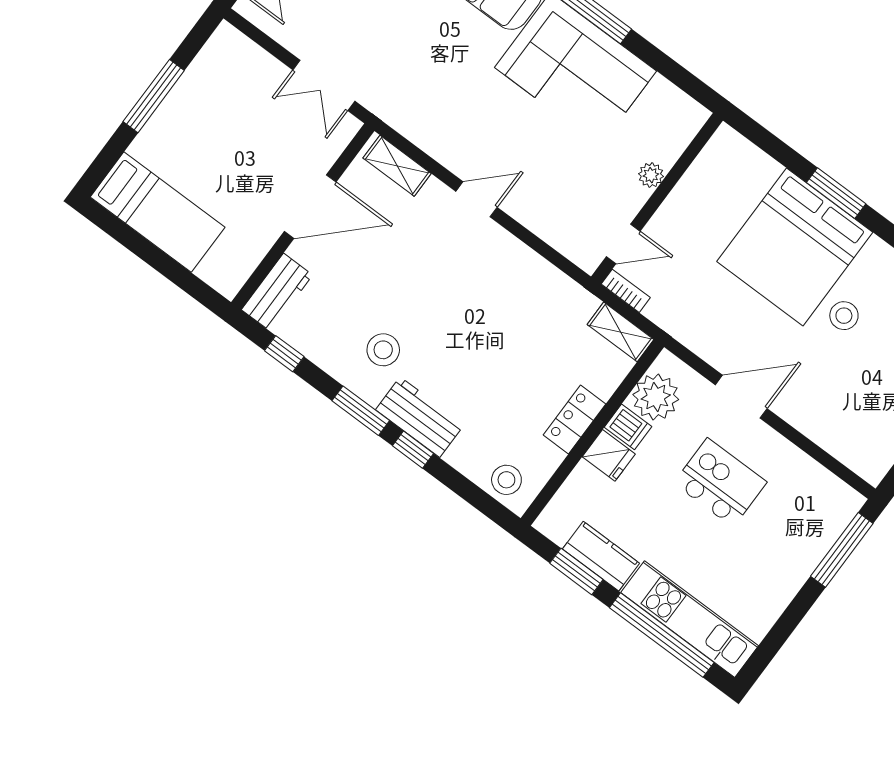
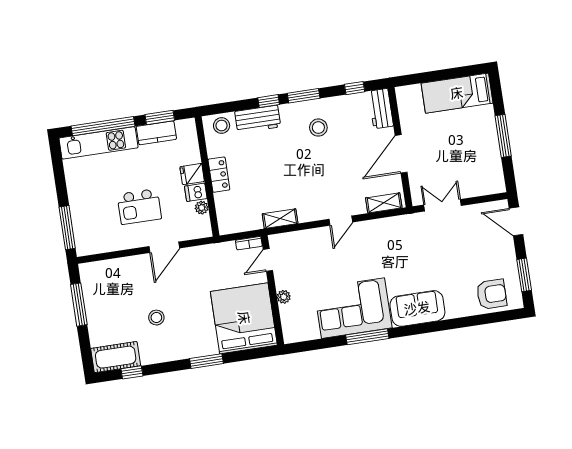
bed: (795, 247) -> (244, 318), moved
shelving: (620, 332) -> (280, 219), moved
plant: (656, 397) -> (202, 208), width x0.53, depth x0.53
workbench: (420, 417) -> (258, 119), moved

